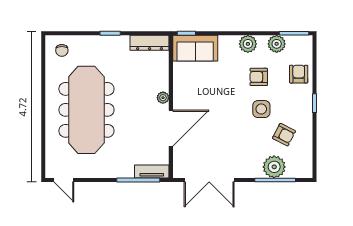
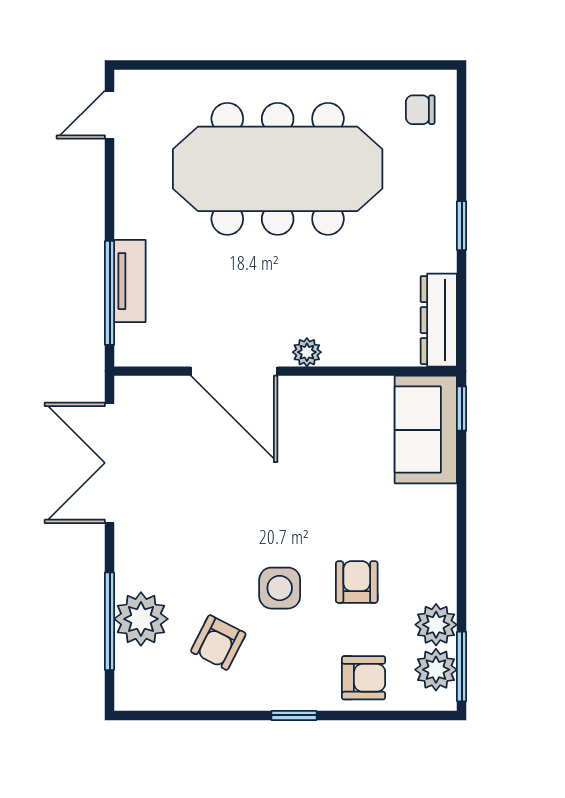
plant: (248, 44) -> (436, 670), moved
tv unit: (152, 172) -> (130, 281), moved

